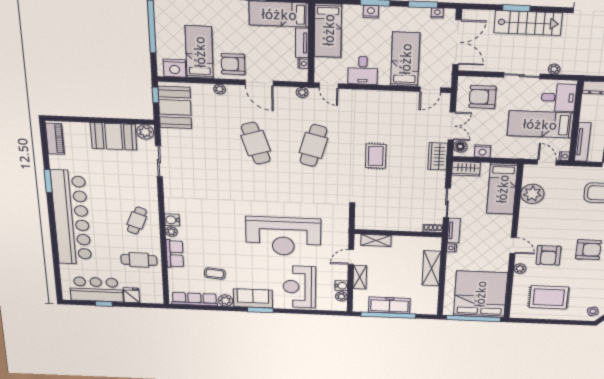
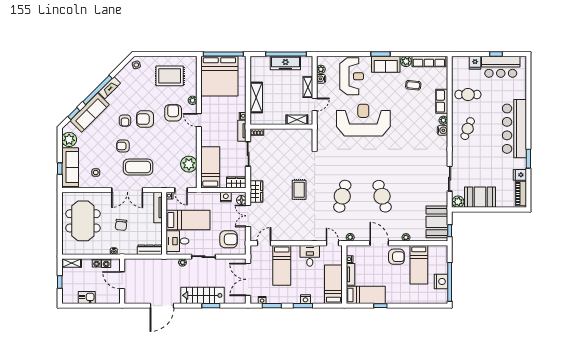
nightstand: (175, 68) -> (441, 281), moved, turned 90
fridge: (58, 162) -> (520, 175), added
bar counter: (71, 218) -> (514, 129), width x0.73

